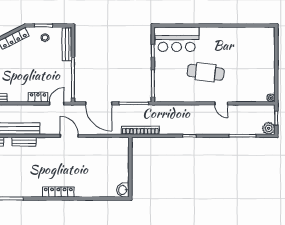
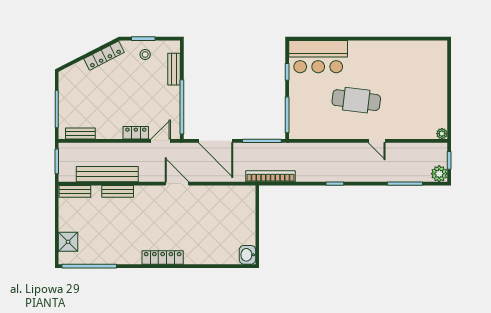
bench: (67, 44) -> (174, 69), width x0.73

